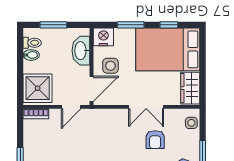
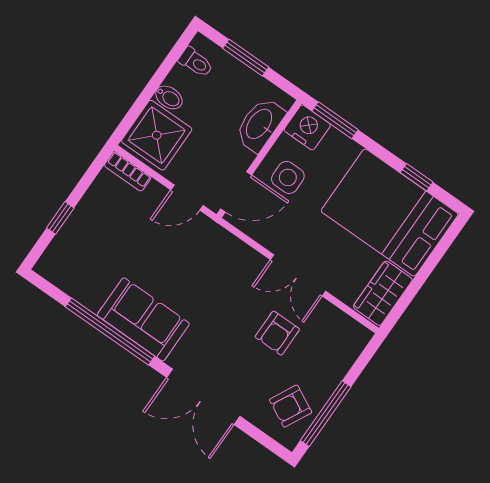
window: (131, 25) -> (335, 120), moved
bidet: (31, 55) -> (169, 97), moved
side table: (191, 123) -> (348, 346), removed

